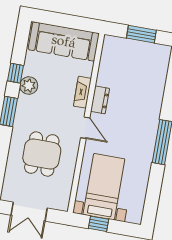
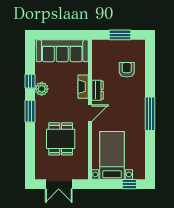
armchair: (142, 80) -> (127, 70), added
door: (85, 128) -> (90, 113), hinge flipped
window: (98, 224) -> (129, 184), moved

